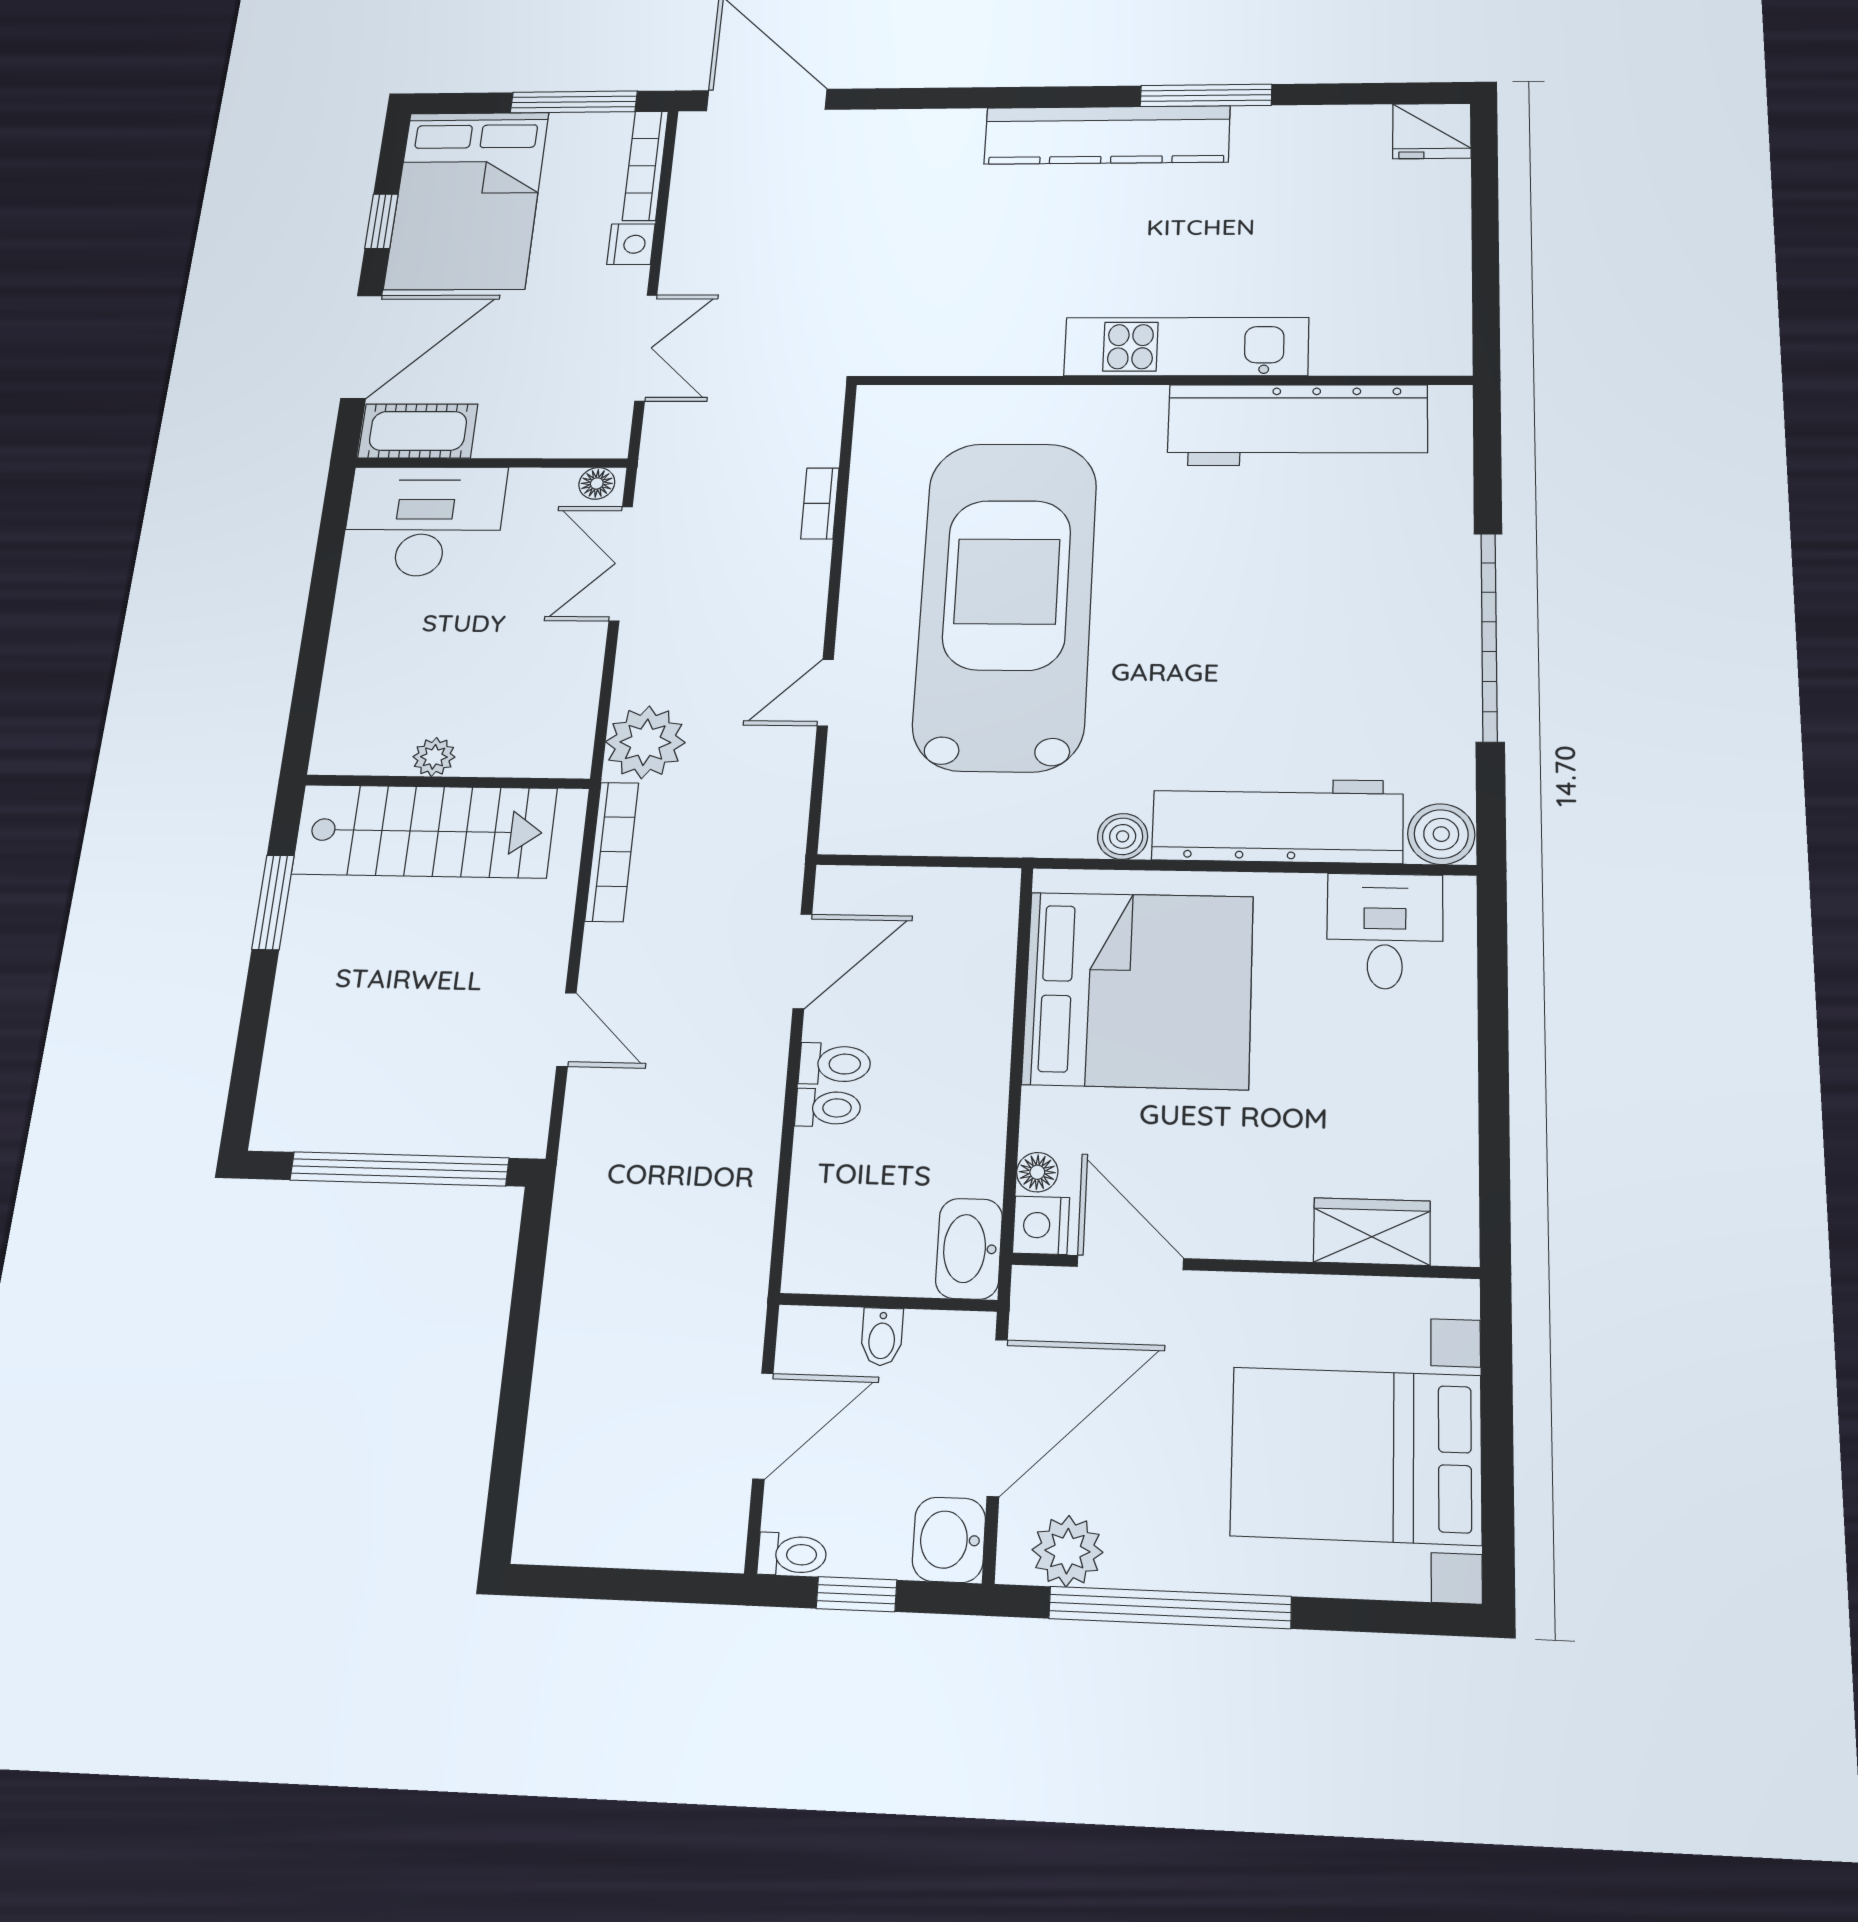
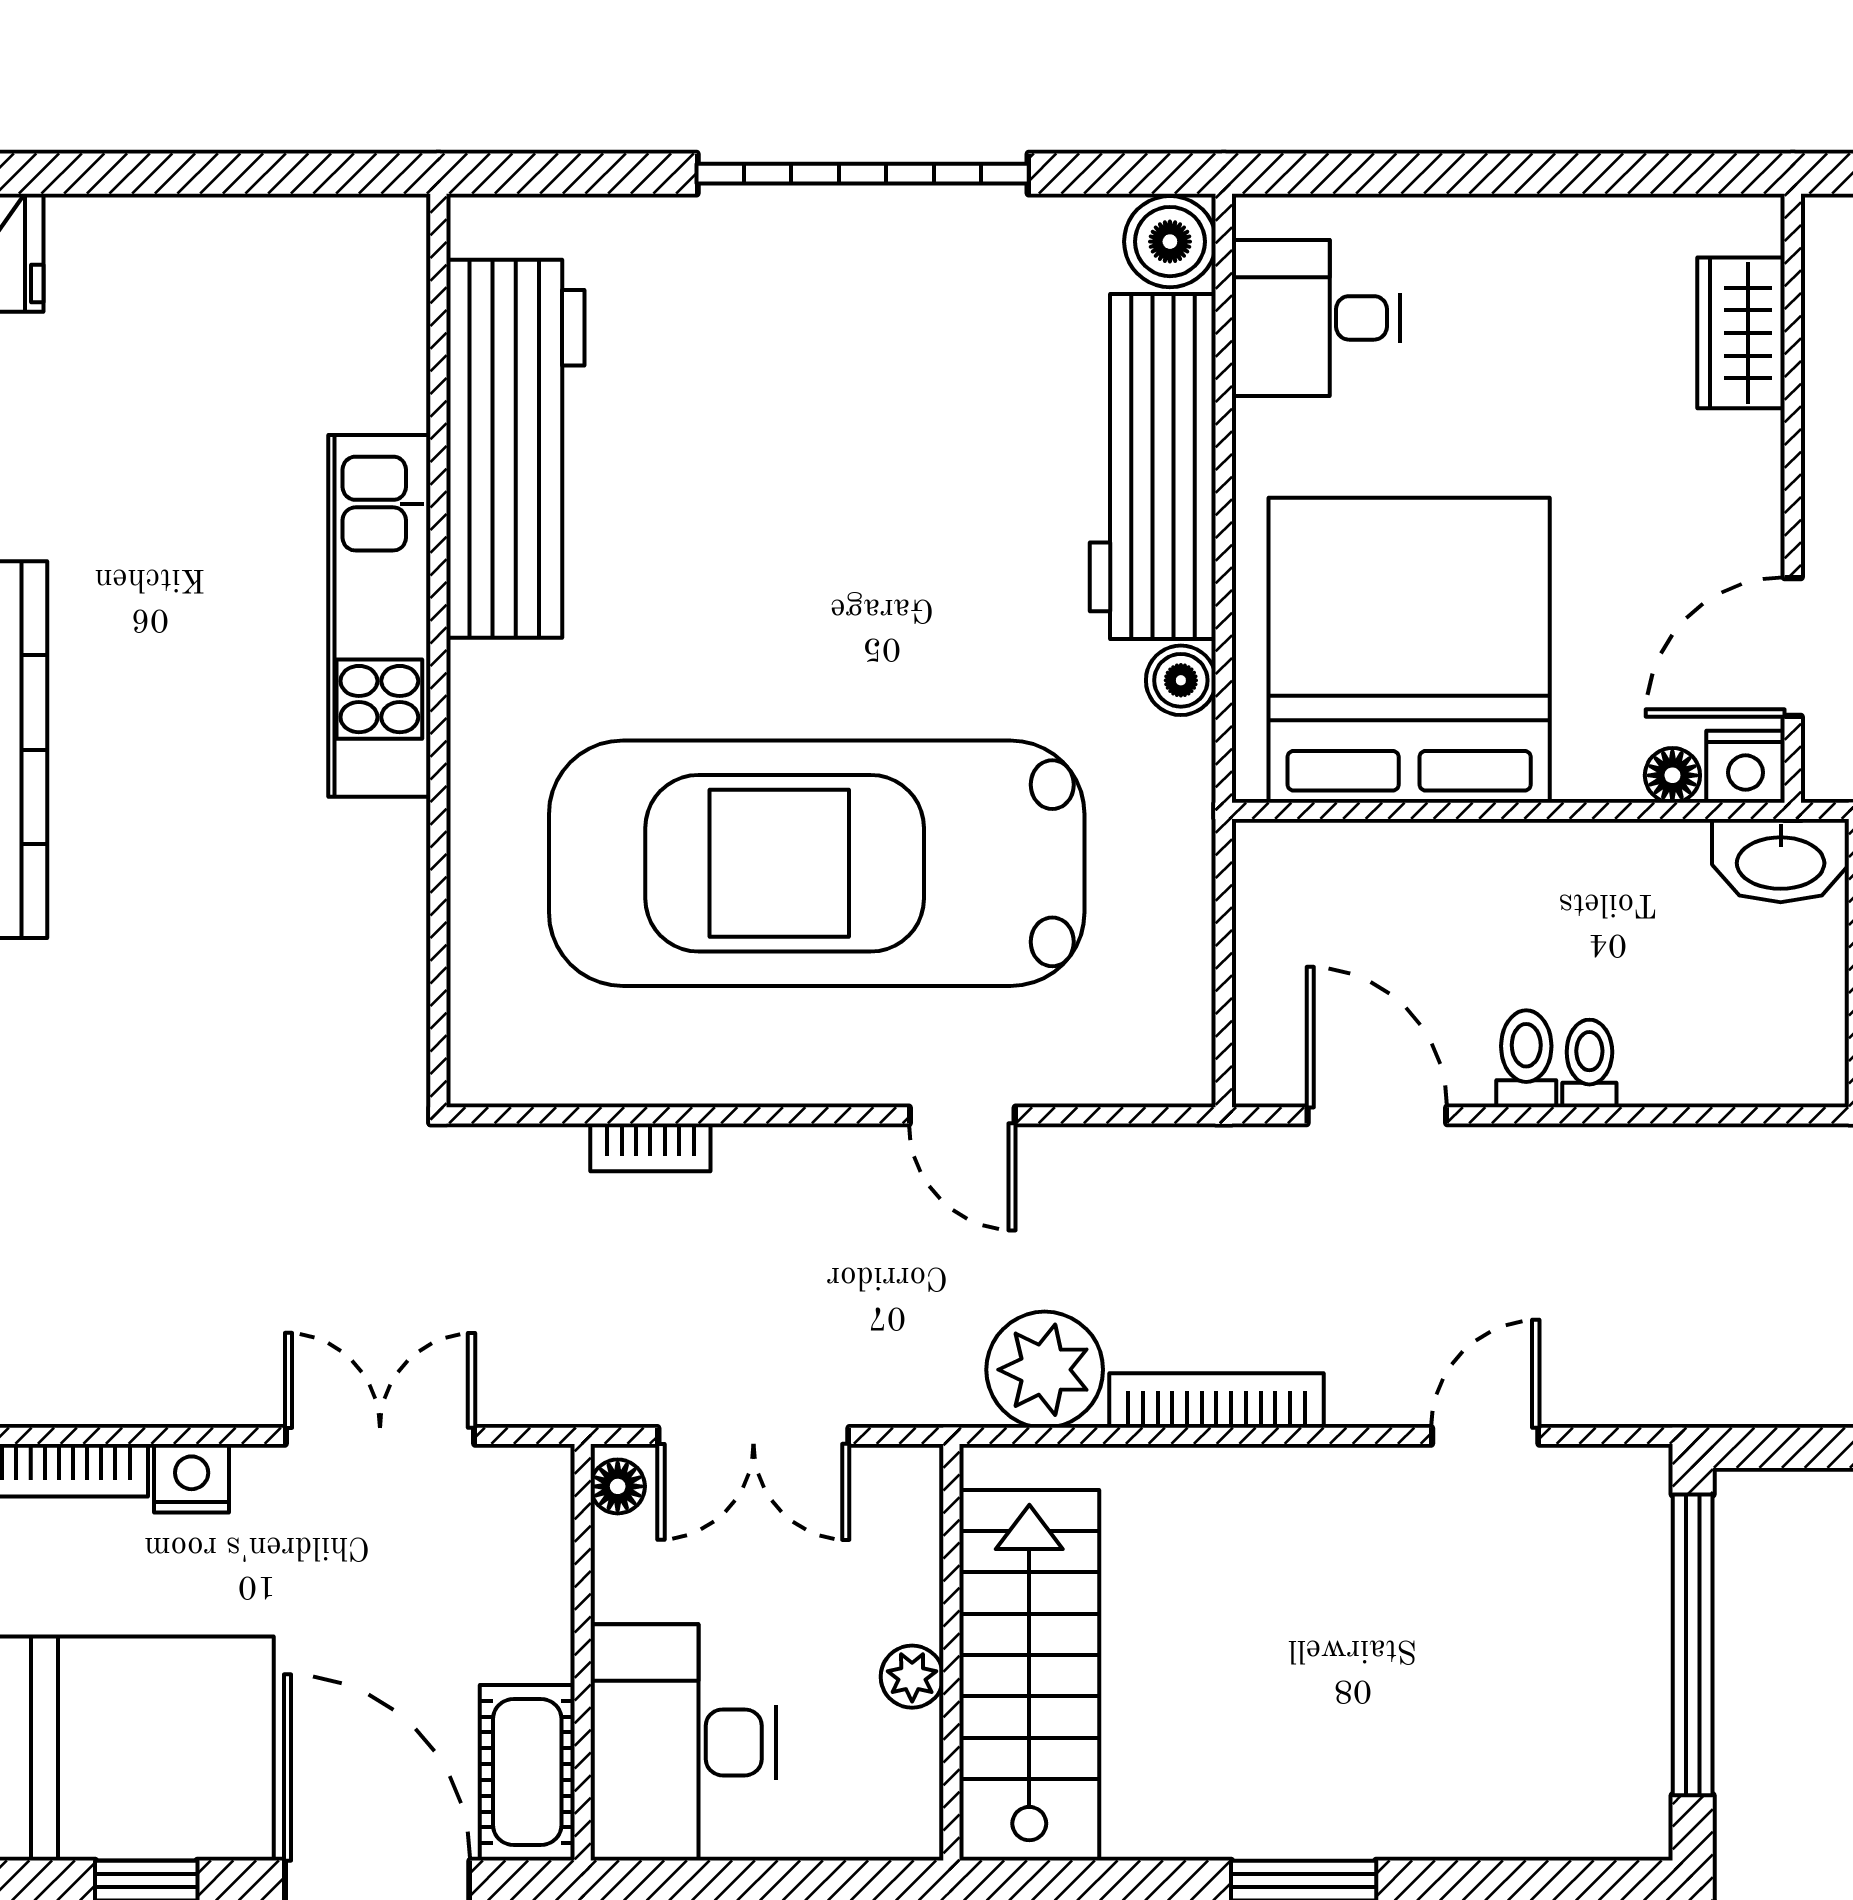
plant: (434, 757) -> (912, 1677), moved
wall: (447, 782) -> (951, 1652), moved
stairs: (425, 831) -> (1029, 1675), moved

